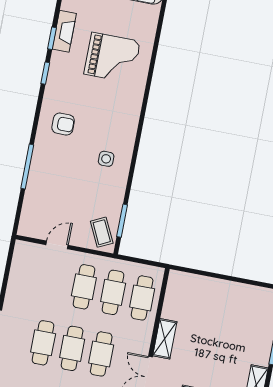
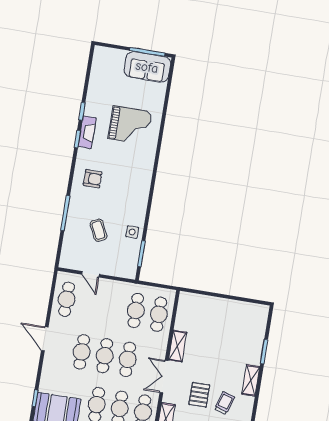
fireplace: (64, 31) -> (87, 132), moved
side table: (106, 159) -> (132, 232), moved
coffee table: (102, 232) -> (98, 230), moved
door: (57, 245) -> (91, 274), swing flipped
cafe table: (84, 287) -> (67, 299), moved

